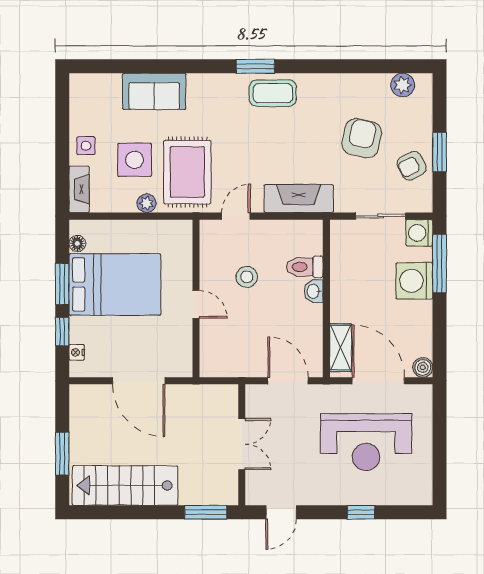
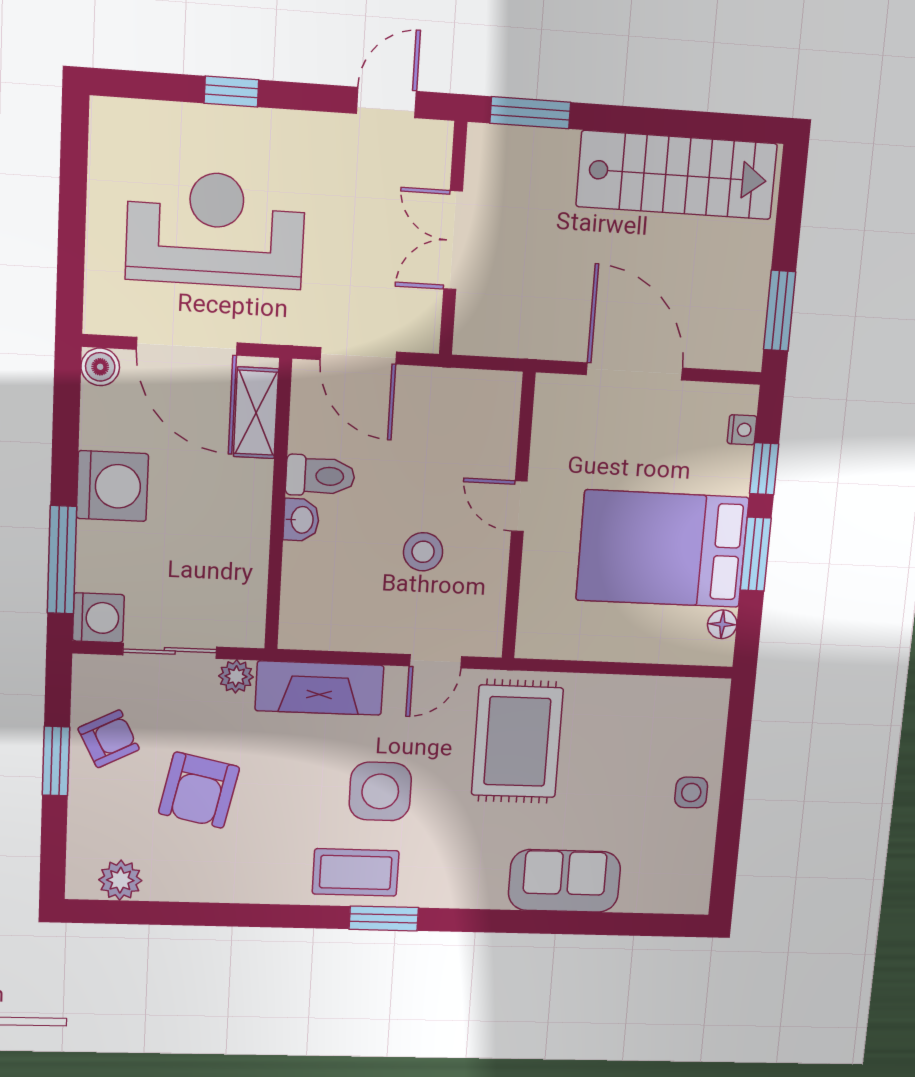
side table: (135, 160) -> (380, 791), moved
fireplace: (79, 189) -> (710, 719), removed
plant: (146, 203) -> (236, 676), moved
toilet: (305, 267) -> (320, 476), moved
washing machine: (414, 281) -> (112, 486), moved
window: (62, 454) -> (780, 311), moved

